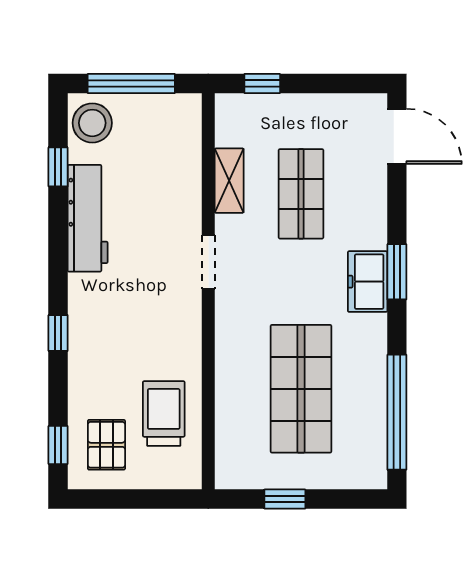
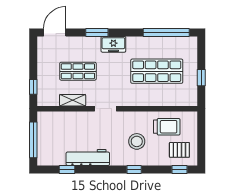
stool: (92, 123) -> (137, 141), moved
window: (397, 272) -> (97, 32), moved
trolley: (164, 413) -> (167, 127), turned 180

